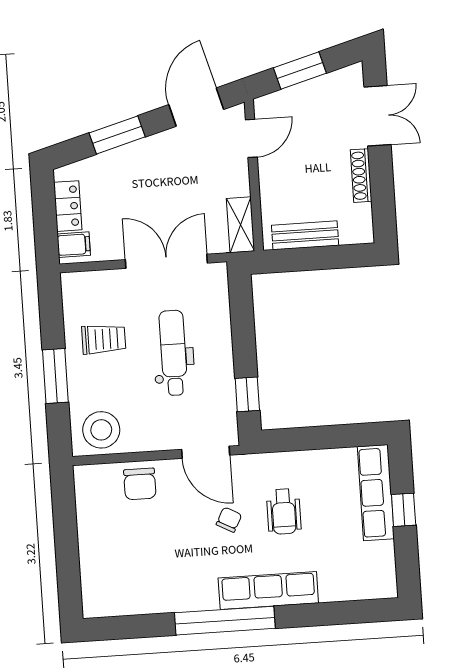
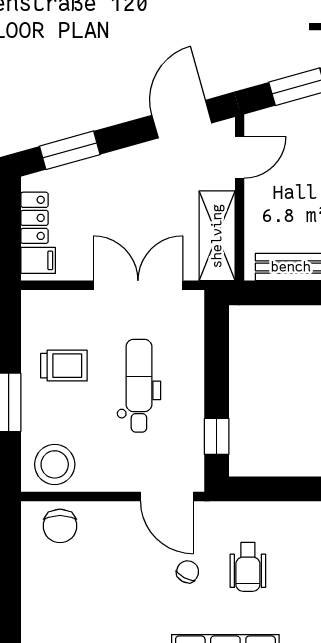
window: (117, 135) -> (70, 150), moved
shelving: (241, 225) -> (217, 236), width x1.50, depth x1.33
chair: (140, 484) -> (60, 526), moved

